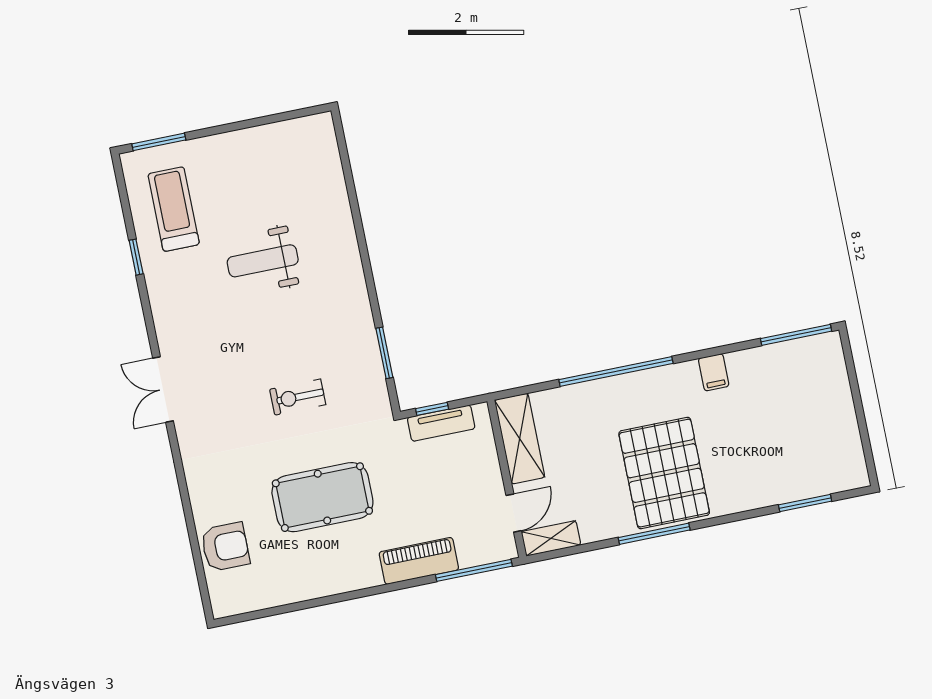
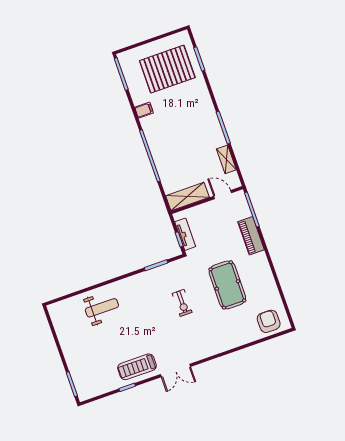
treadmill: (174, 209) -> (137, 367), moved
weight bench: (263, 261) -> (102, 308), moved, turned -90
double door: (163, 390) -> (175, 370), moved
pallet: (664, 473) -> (167, 69), moved
shelving: (551, 538) -> (226, 159), moved
armchair: (225, 547) -> (269, 321), moved

